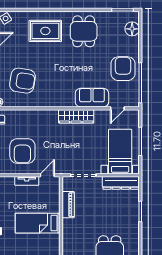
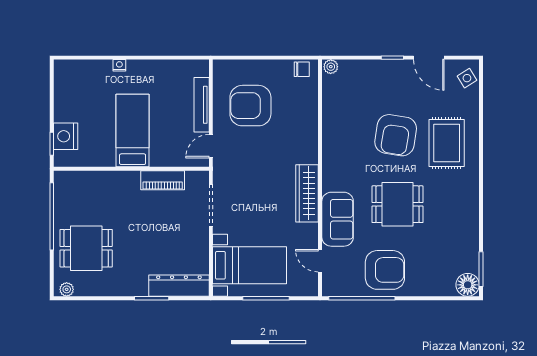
floor lamp: (132, 29) -> (468, 285), moved
dining table: (84, 31) -> (398, 204), moved
armchair: (22, 81) -> (396, 135), moved
door: (47, 175) -> (211, 146), swing flipped
tv unit: (27, 181) -> (202, 105), width x1.41
dresser: (121, 183) -> (179, 286), moved, turned 90

